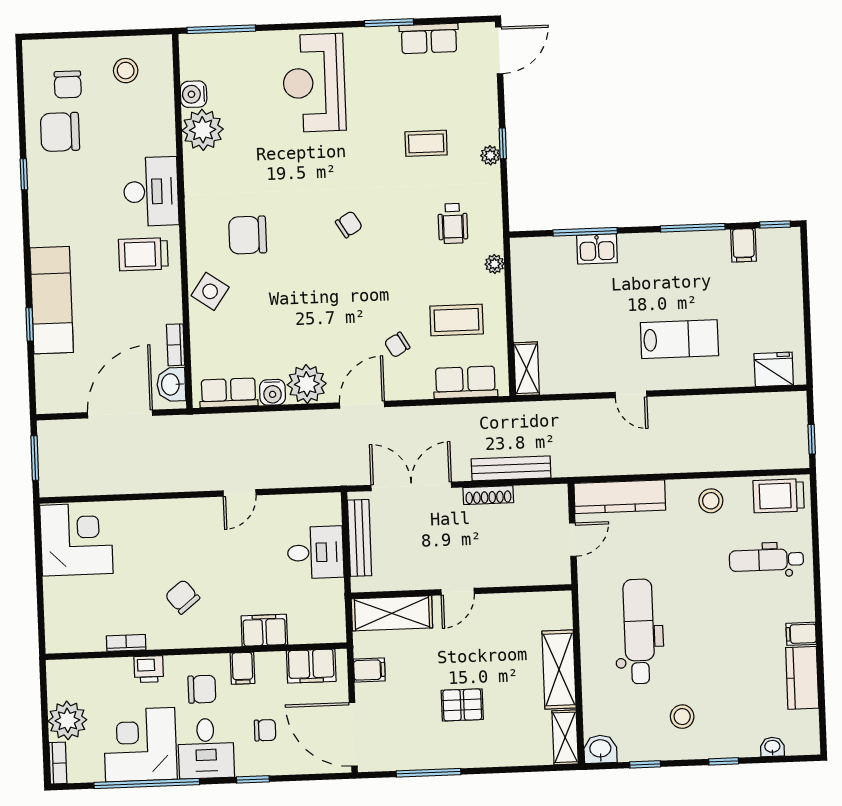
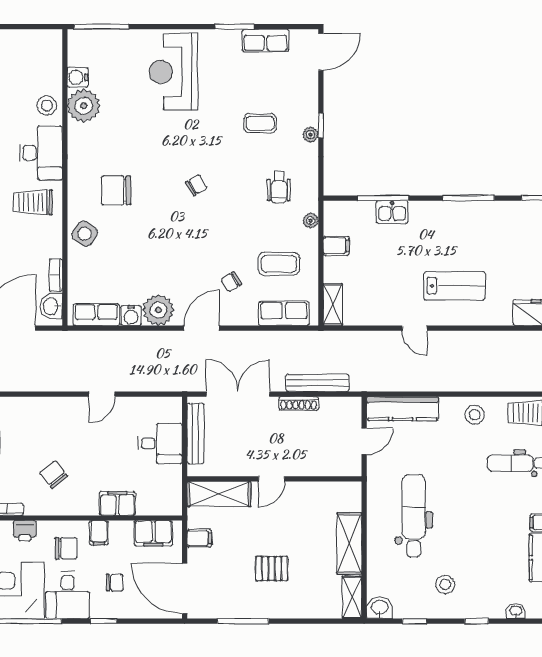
stool: (126, 71) -> (47, 106), moved
filing cabinet: (744, 245) -> (336, 246), moved, turned -90

